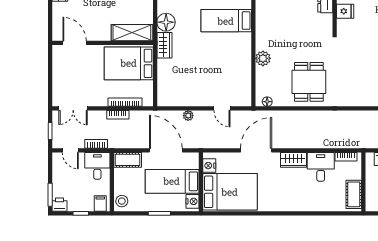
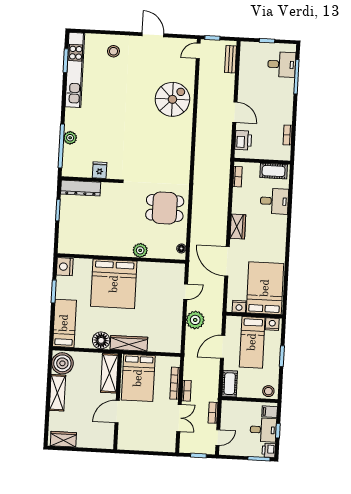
bed: (226, 21) -> (114, 284), width x2.04
door: (75, 43) -> (117, 412), moved
wardrobe: (164, 45) -> (129, 343), width x1.50
double door: (73, 108) -> (179, 418), moved
plant: (188, 116) -> (195, 320), width x1.87, depth x1.87
door: (166, 150) -> (223, 347), width x0.73
desk: (97, 166) -> (263, 430), moved, turned 180
desk: (321, 167) -> (274, 201), moved, turned 180

